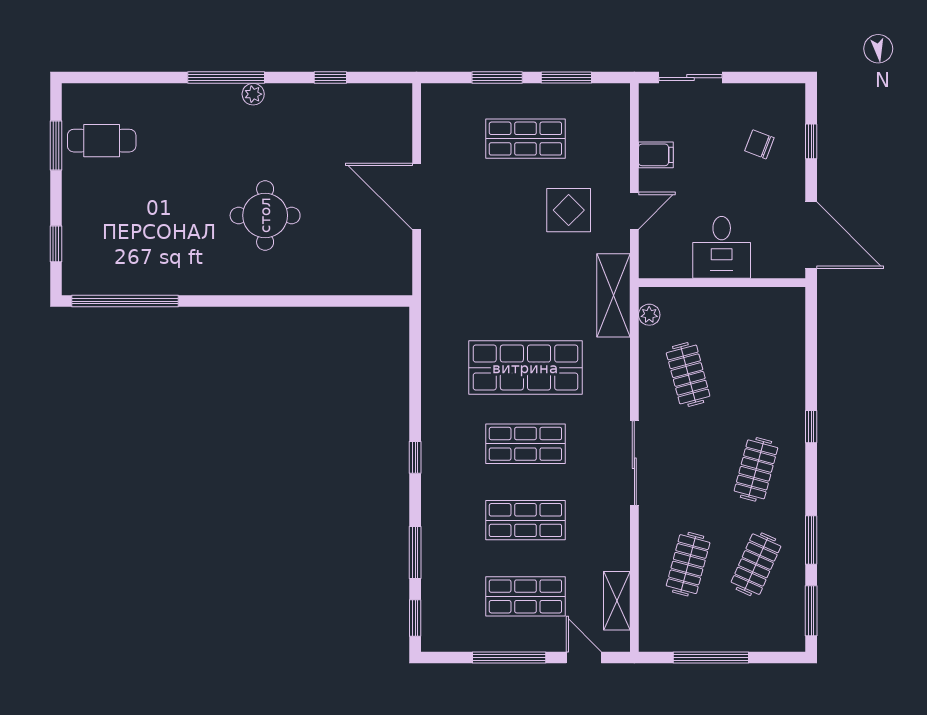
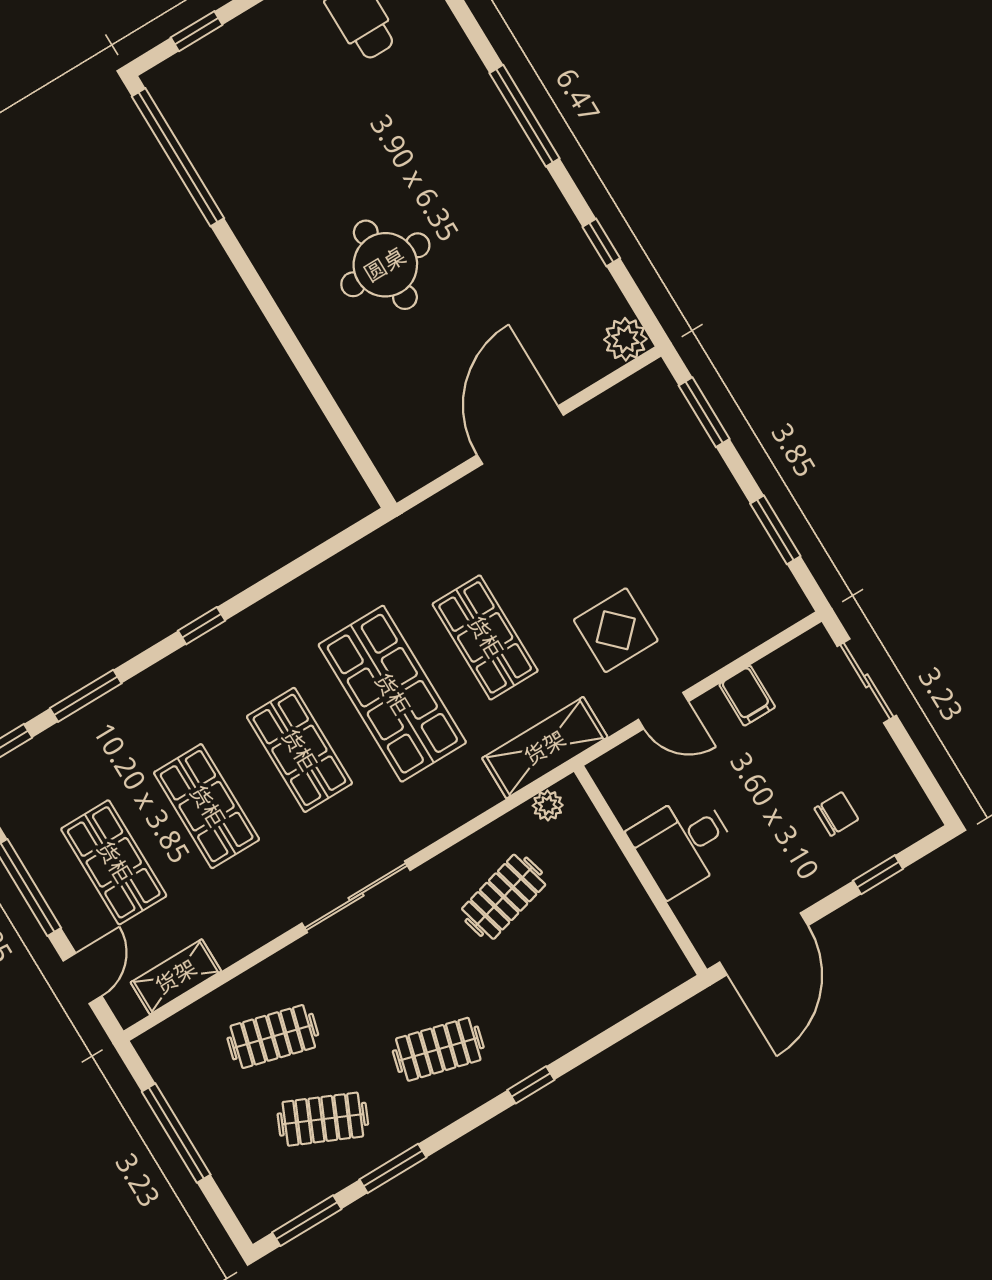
window: (497, 78) -> (704, 412), moved
plant: (253, 94) -> (625, 339), moved, width x1.38, depth x1.38
shop shelf: (525, 139) -> (485, 637), moved
chair: (759, 144) -> (836, 814), turned 69

